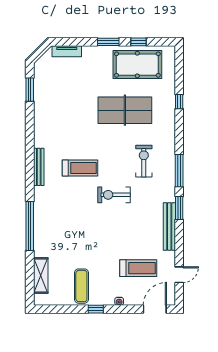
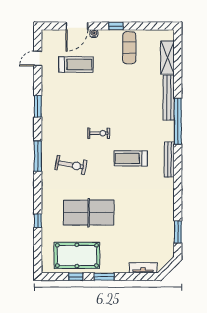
exercise bike: (144, 161) -> (71, 165), turned -80
exercise bike: (114, 195) -> (99, 133), width x0.73, depth x0.72
window: (179, 208) -> (38, 106), moved
window: (30, 226) -> (178, 121), moved
bench: (169, 226) -> (169, 98), moved
treadmill: (138, 268) -> (76, 65), turned 180
door: (155, 309) -> (77, 26), moved

